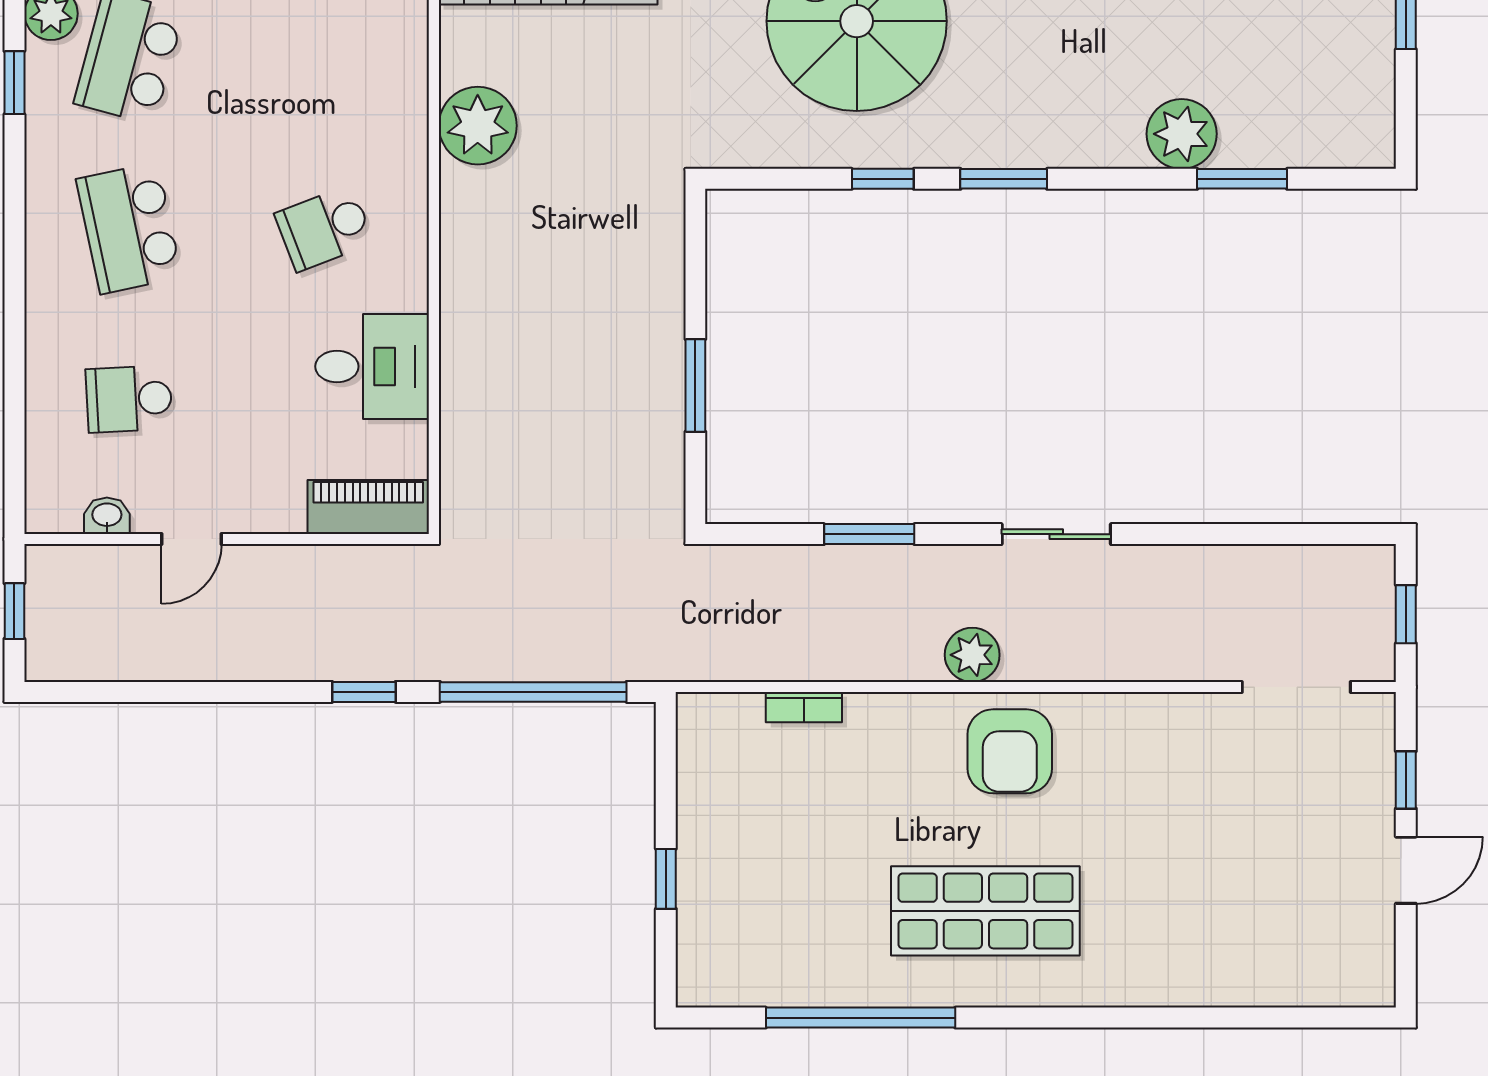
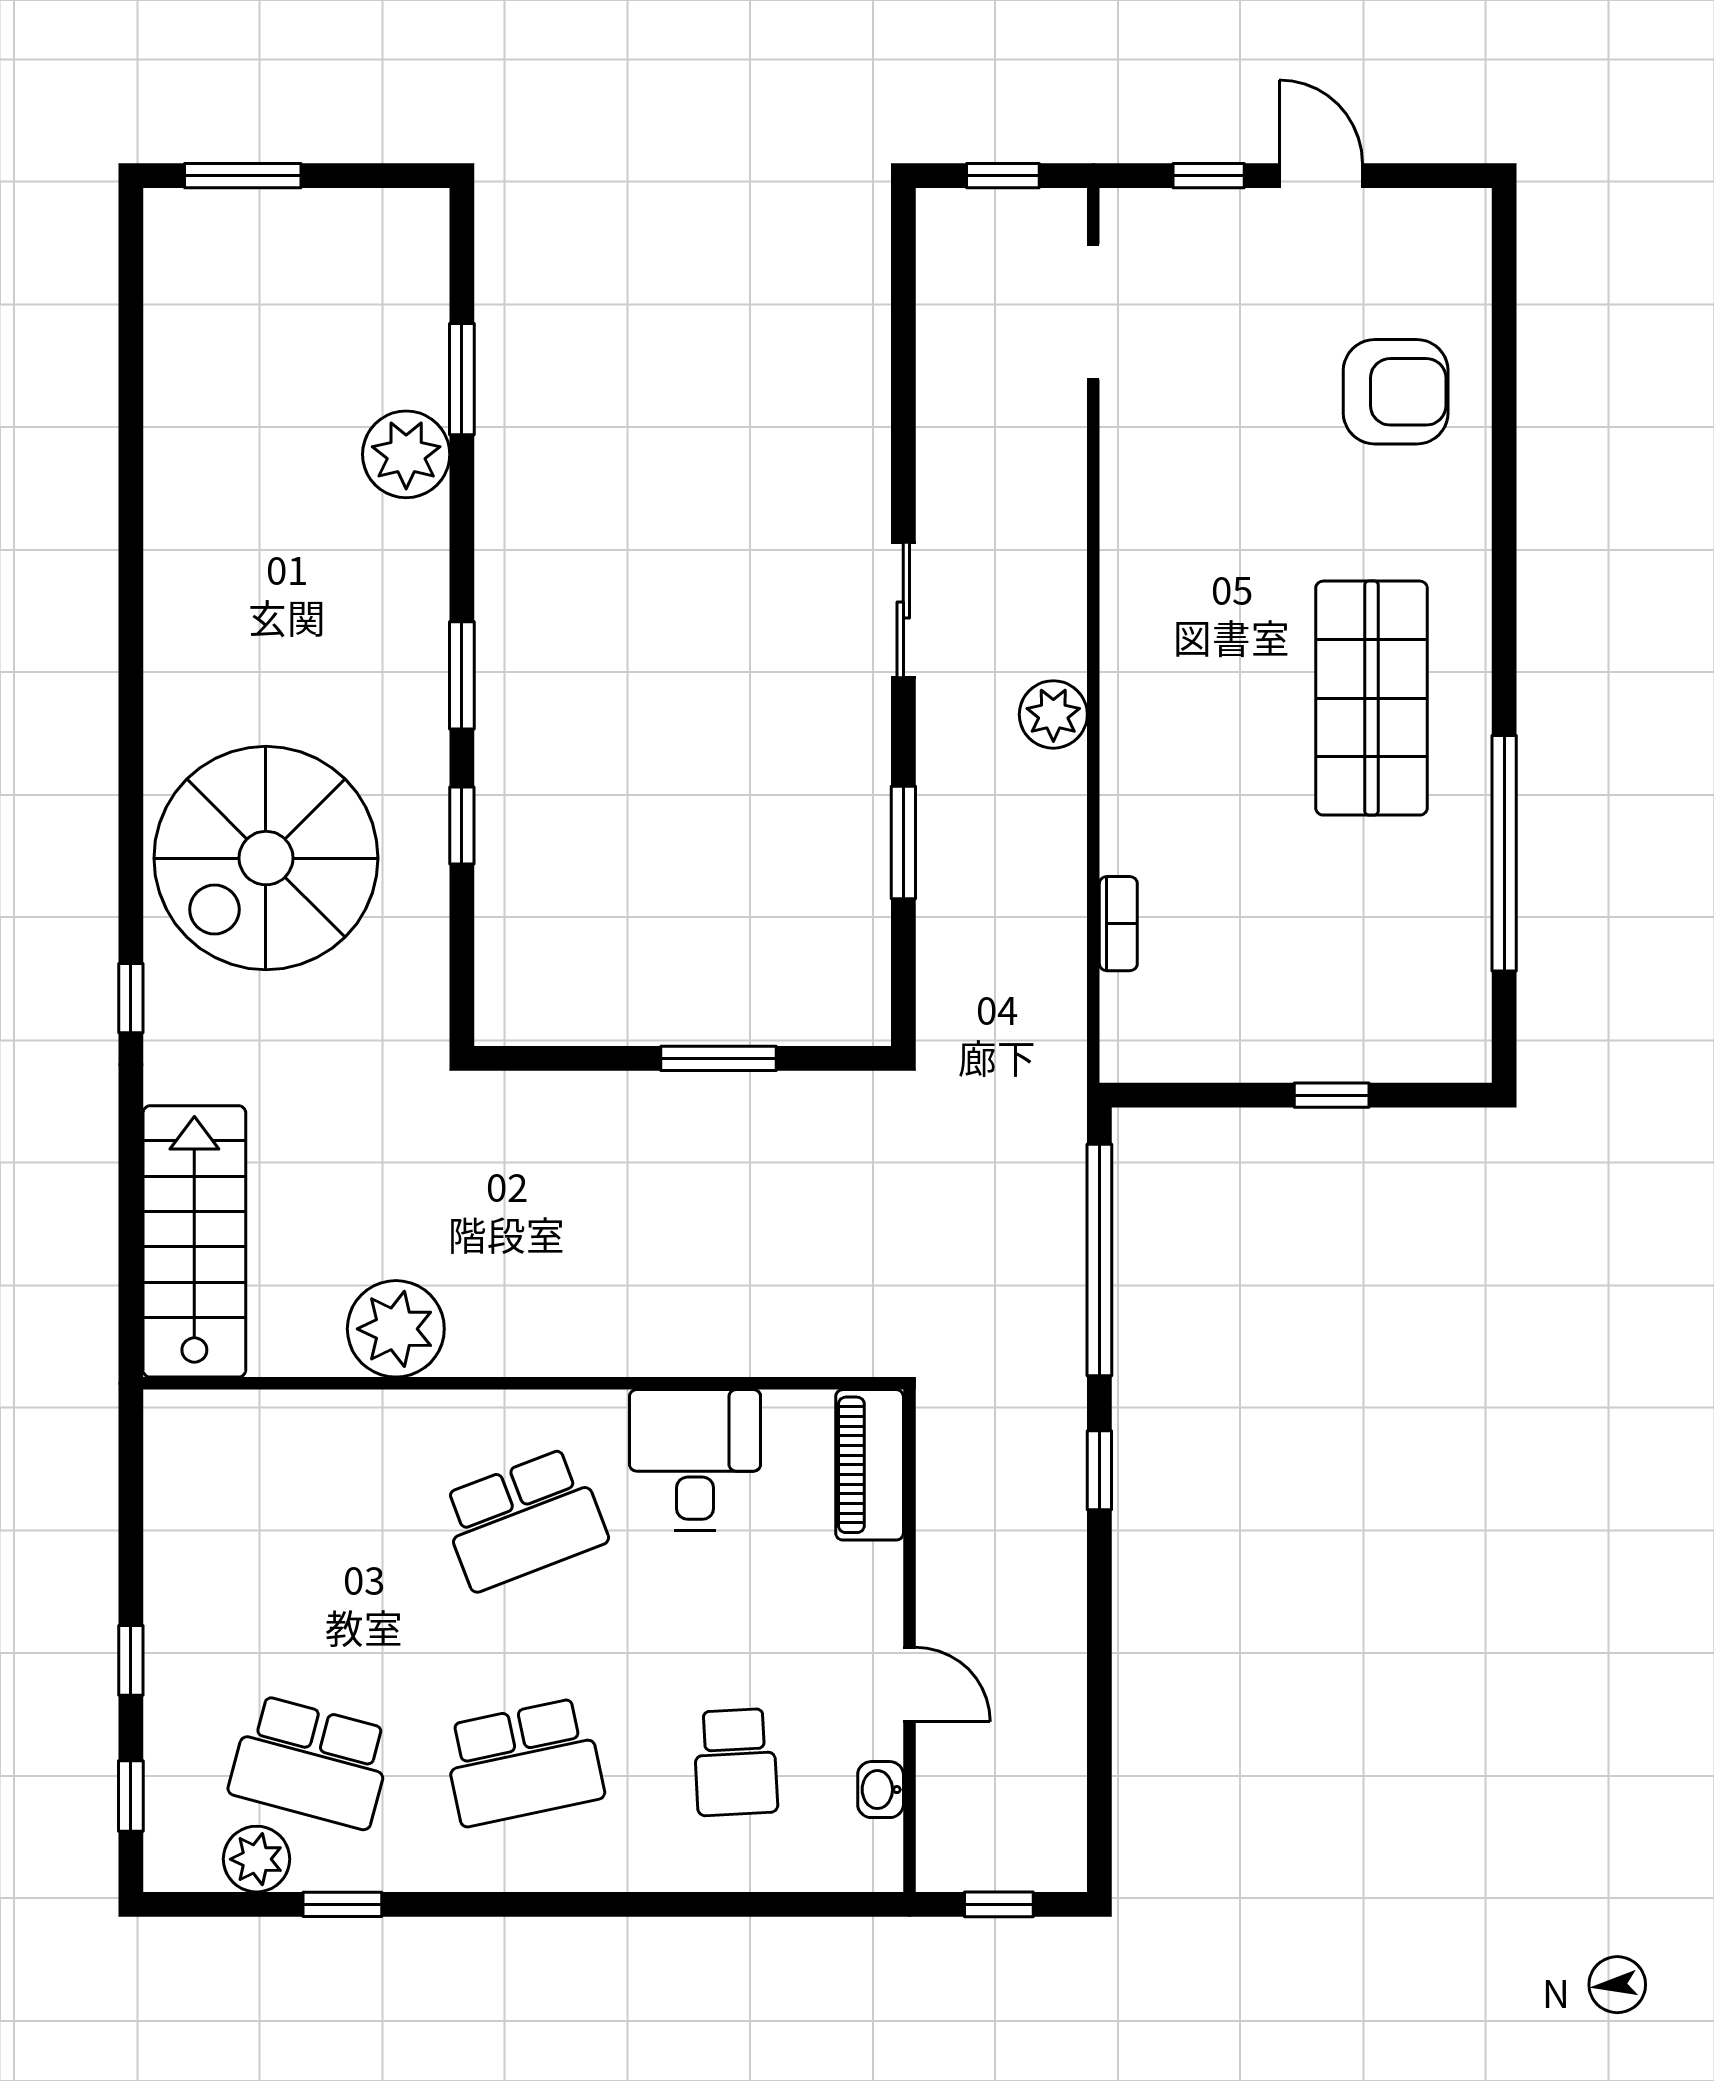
school desk: (324, 228) -> (523, 1519), width x1.85
armchair: (1010, 751) -> (1396, 392), moved

